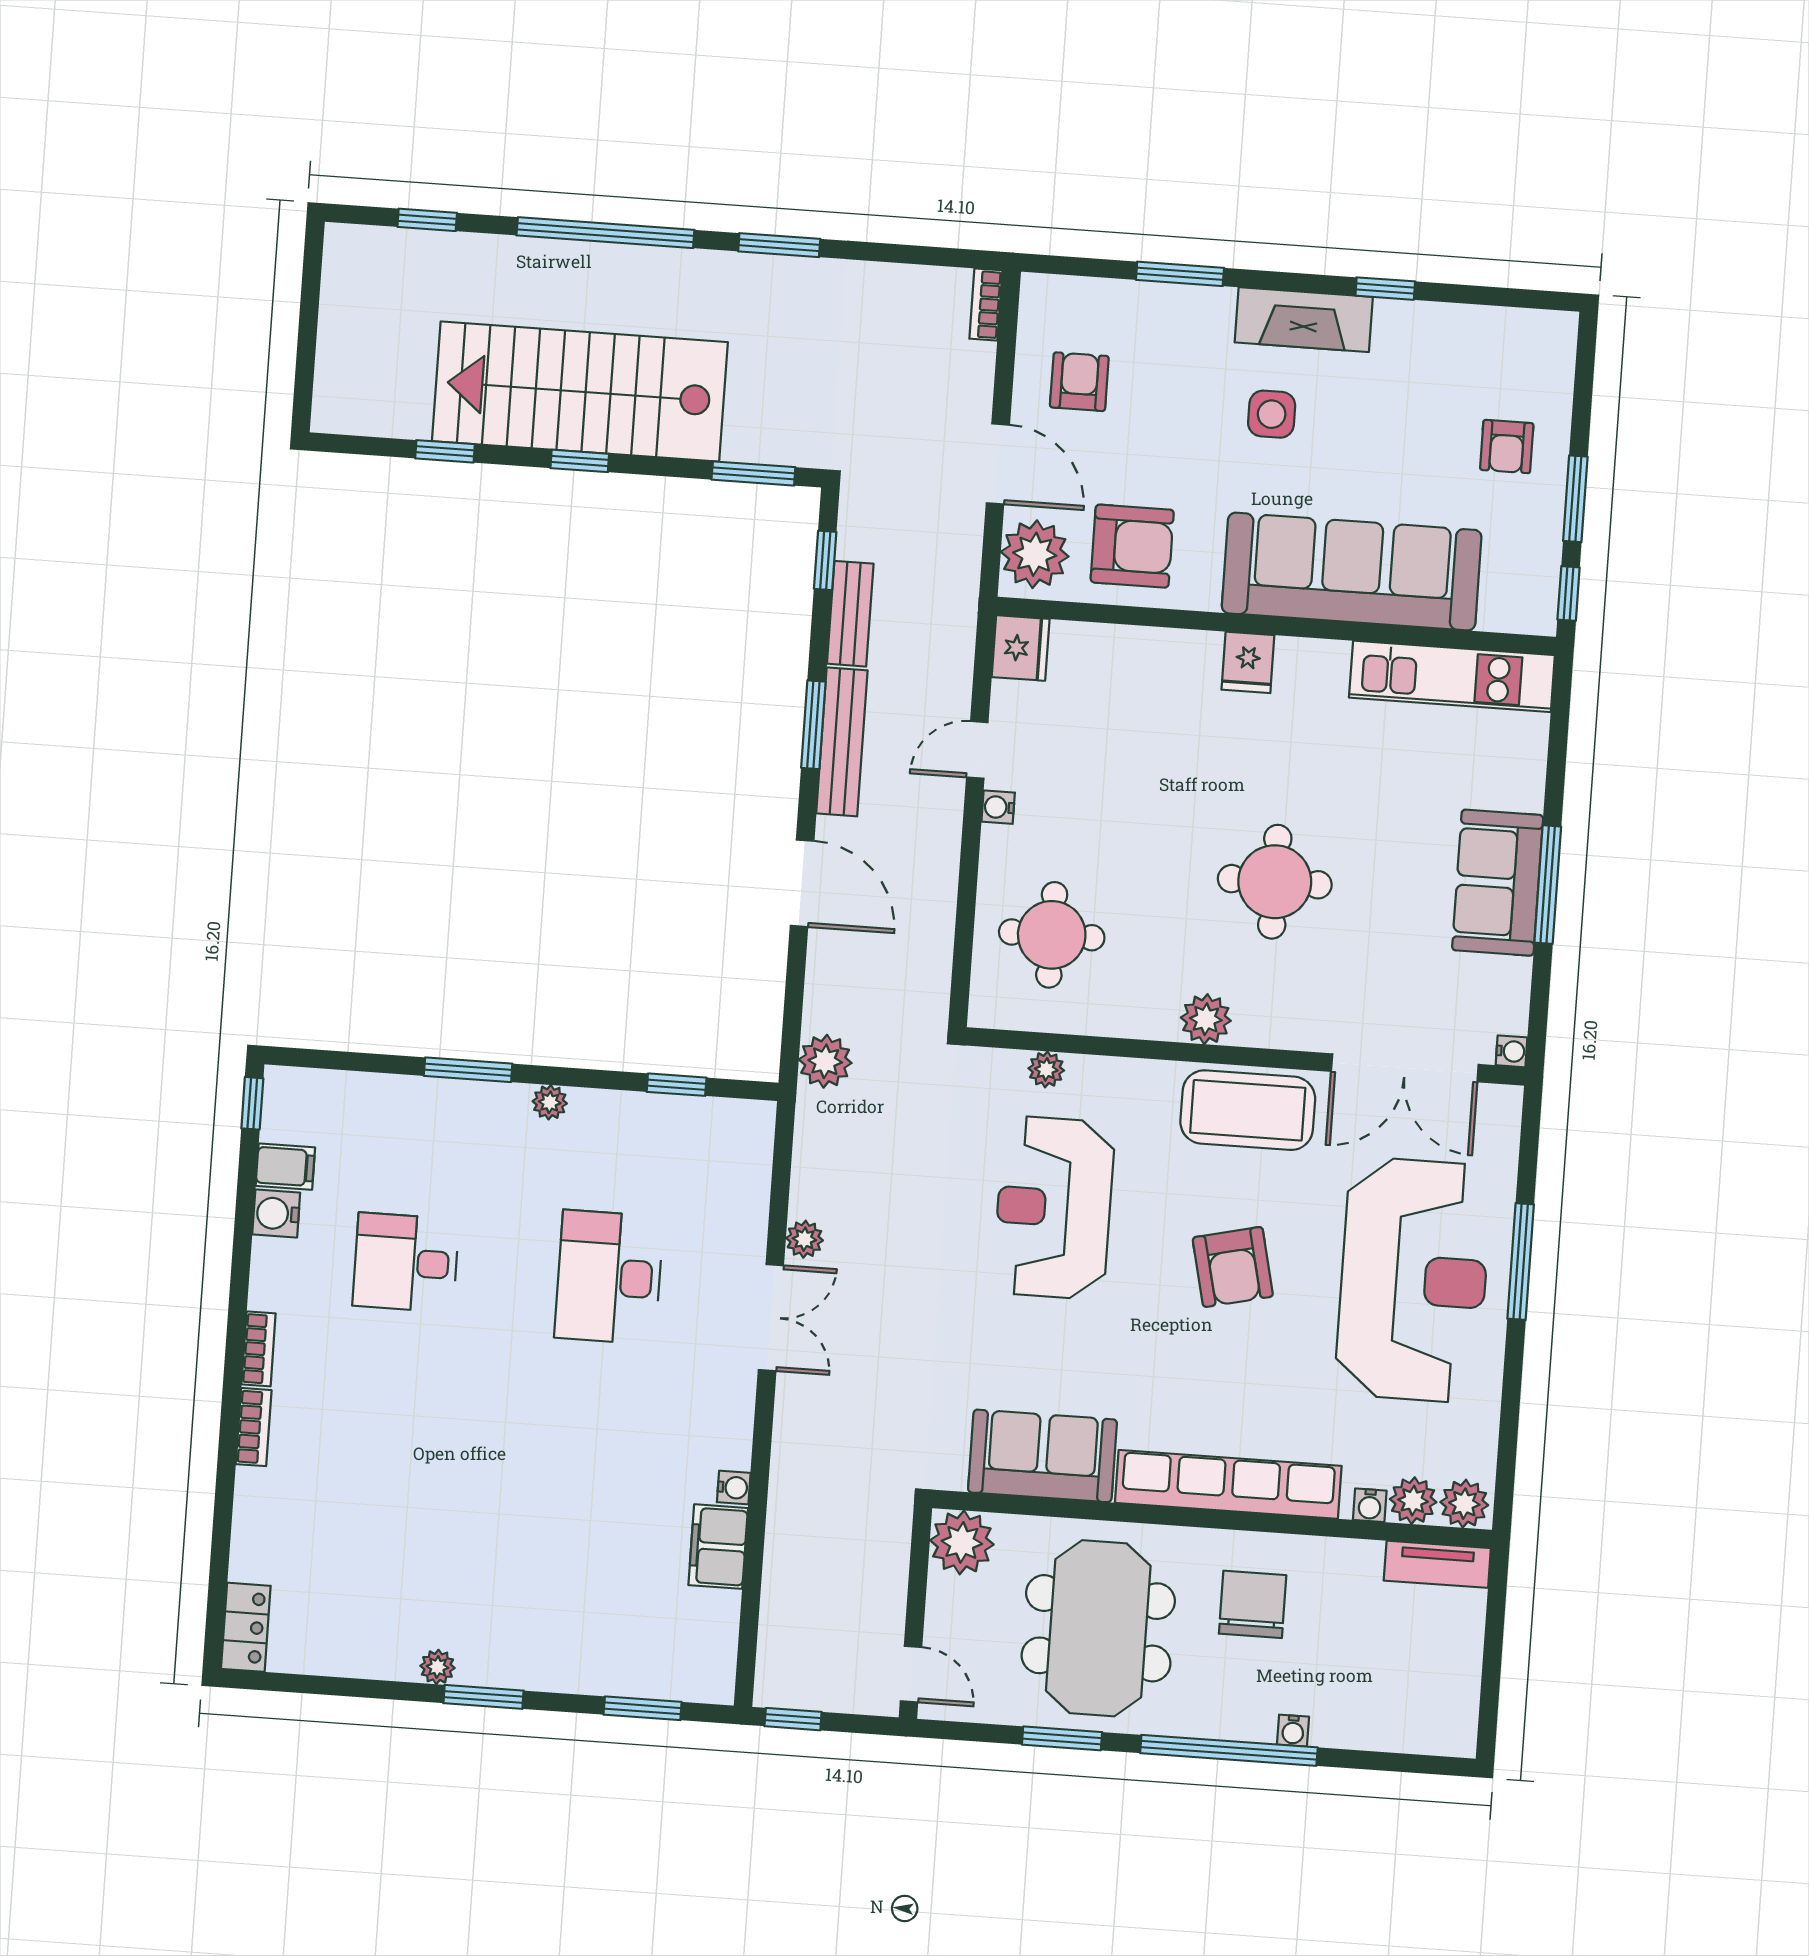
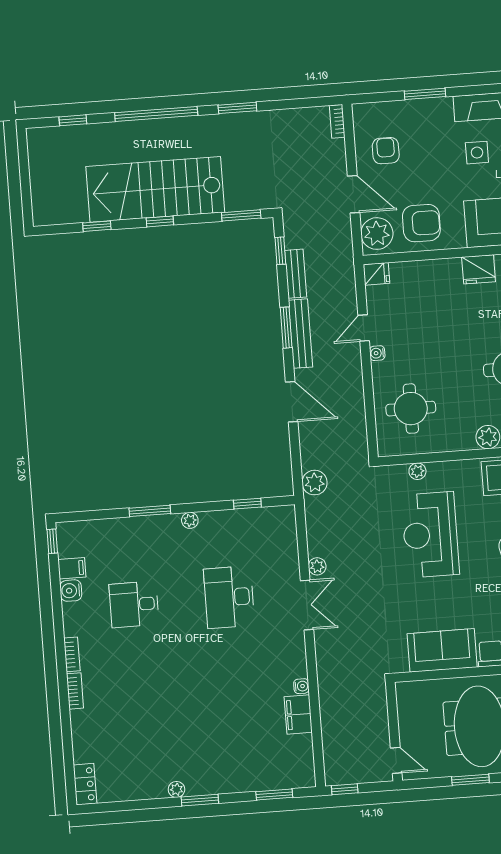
fridge: (1021, 648) -> (376, 274), width x0.72
fridge: (1248, 662) -> (479, 269), width x1.38
plant: (962, 1542) -> (411, 696), removed

